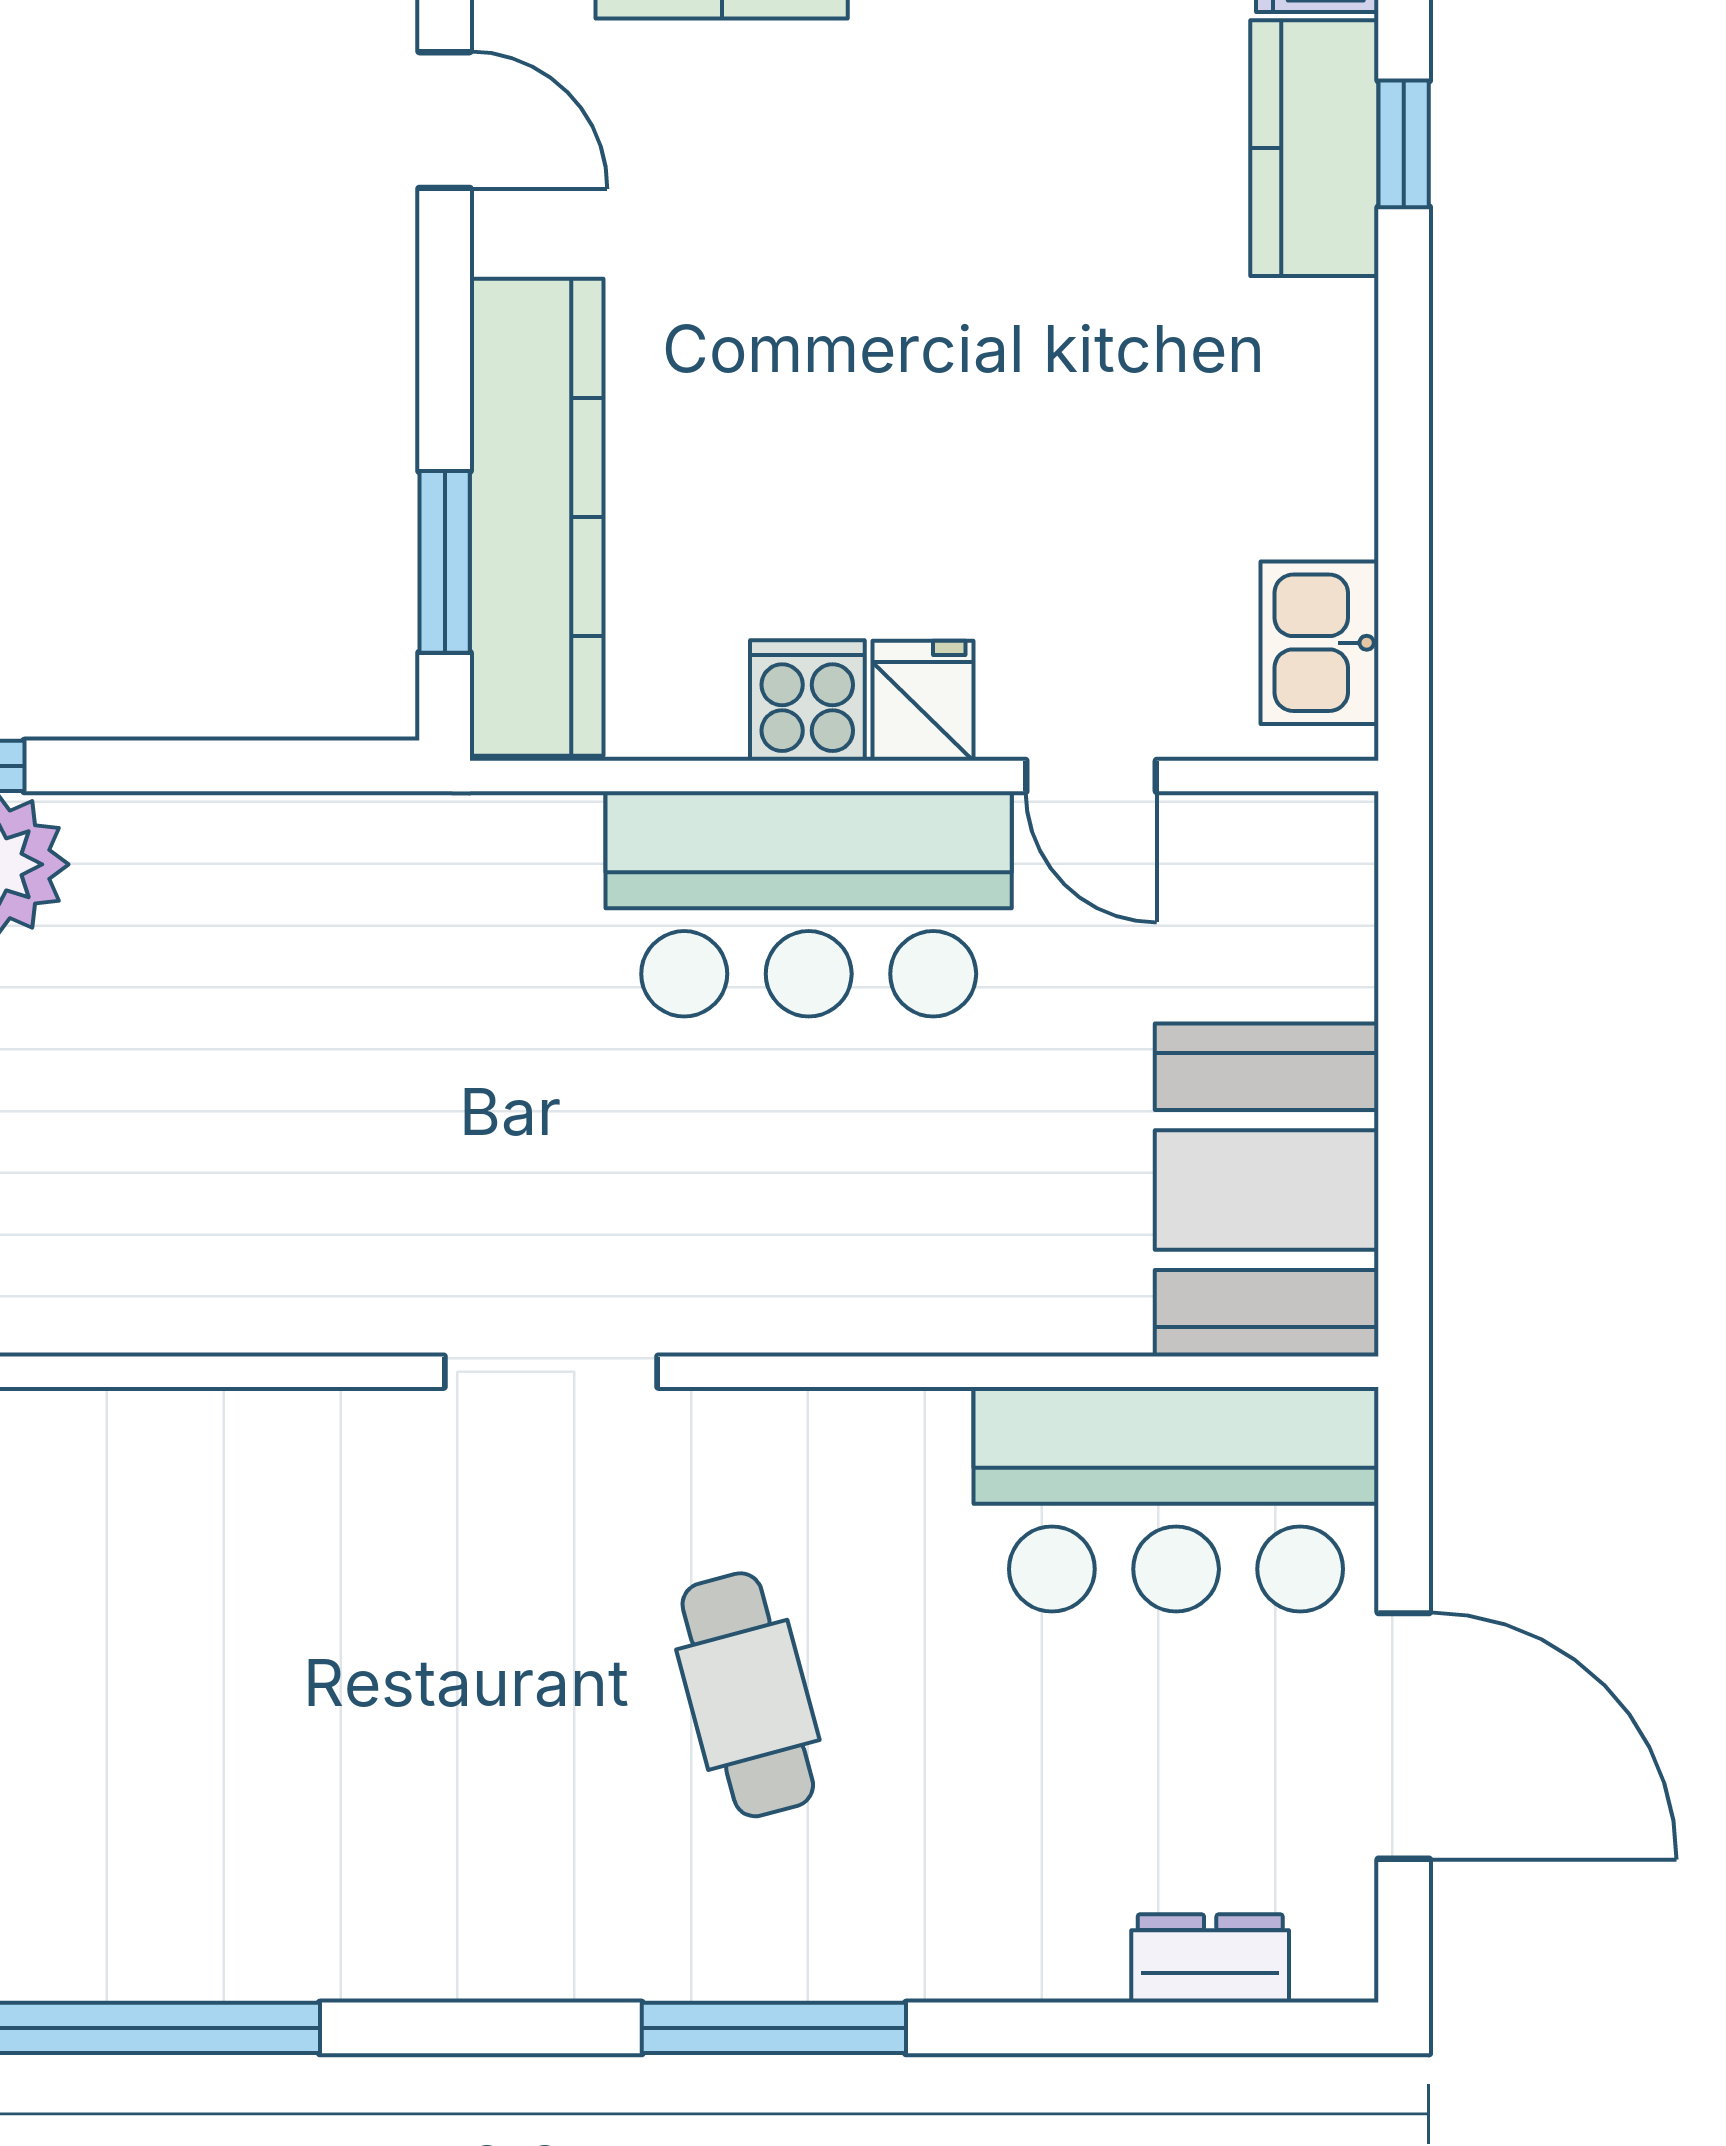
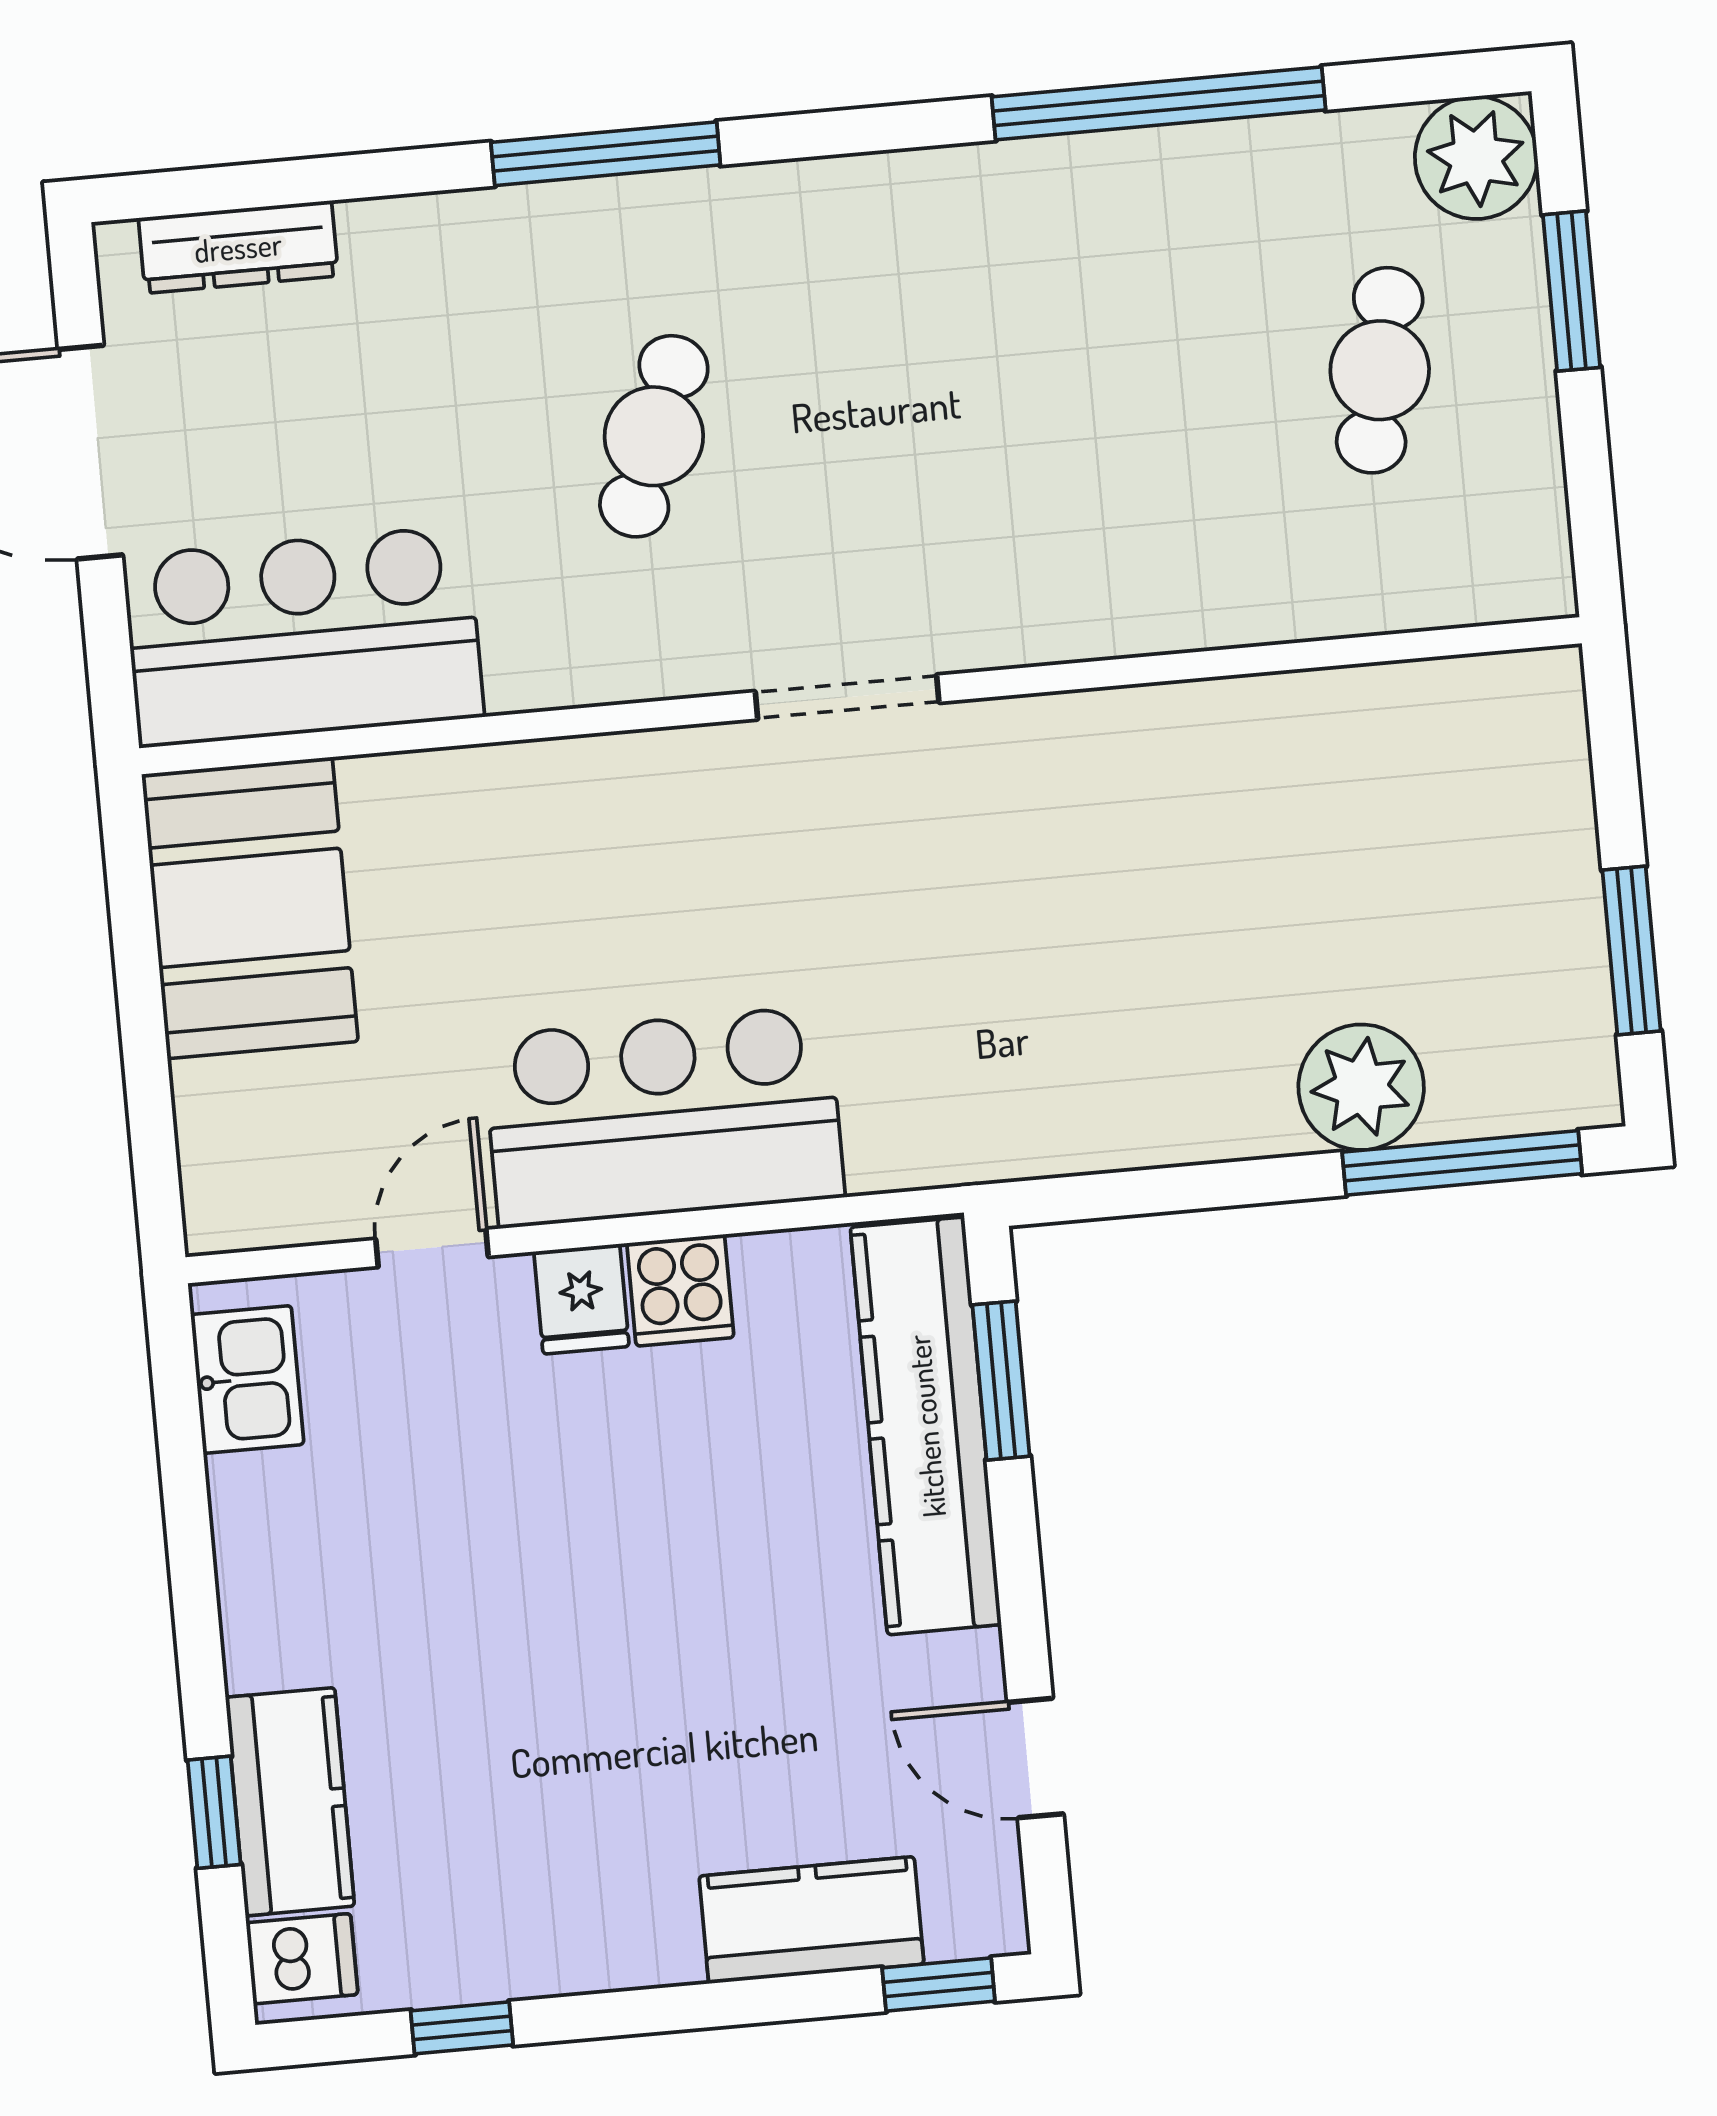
door: (1091, 776) -> (432, 1248), hinge flipped
cafe table: (748, 1695) -> (654, 436), turned 36
dresser: (1210, 1958) -> (238, 247), width x1.44

